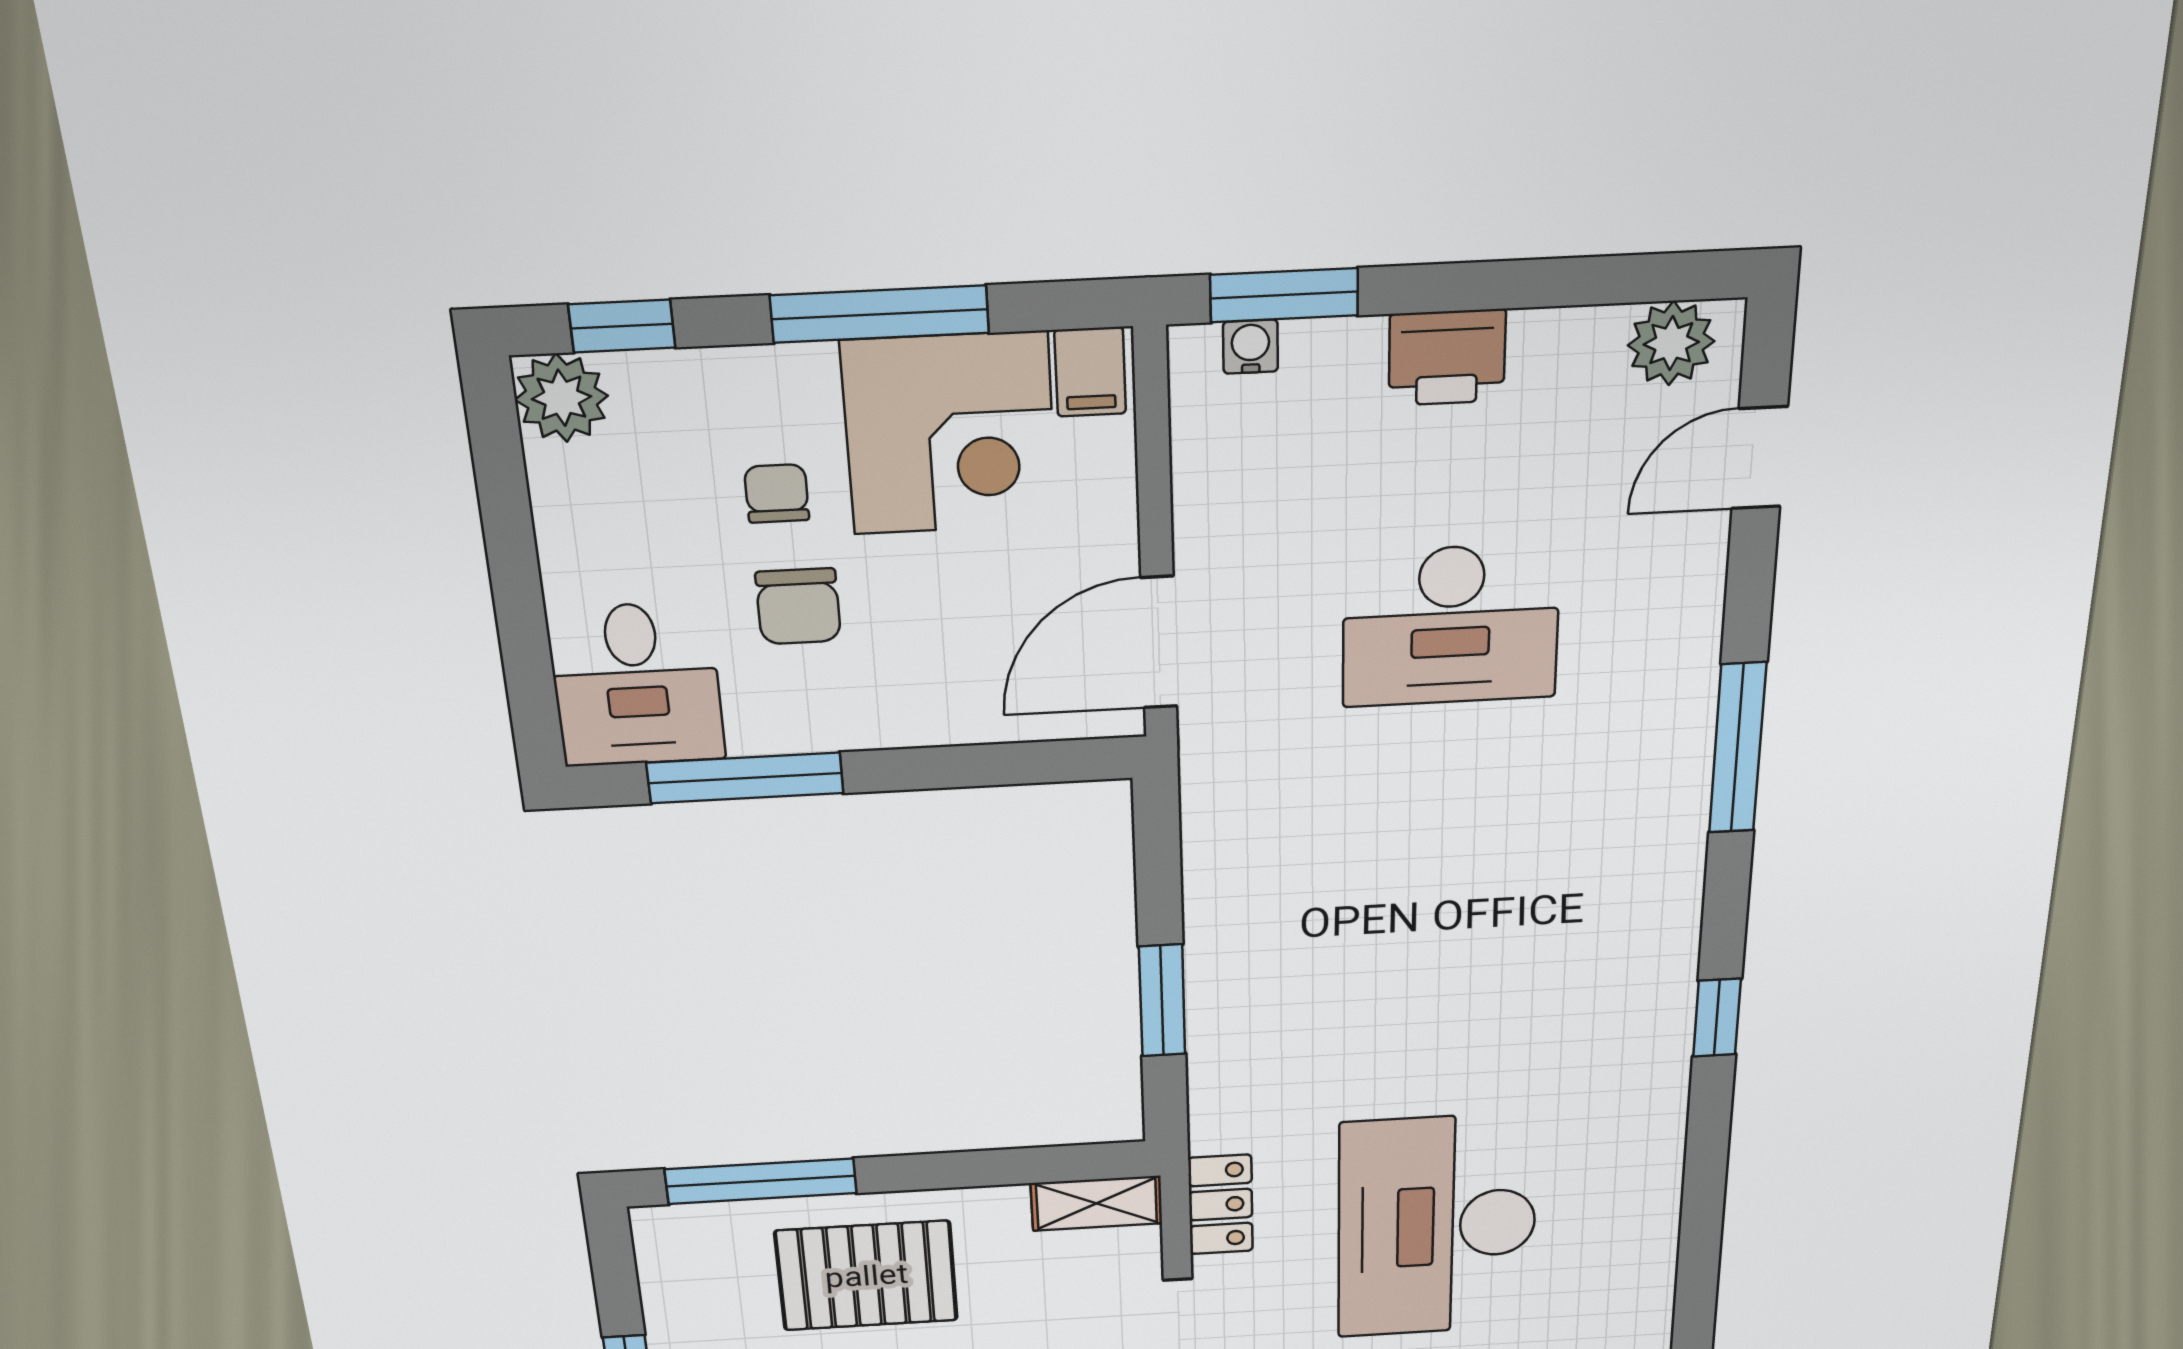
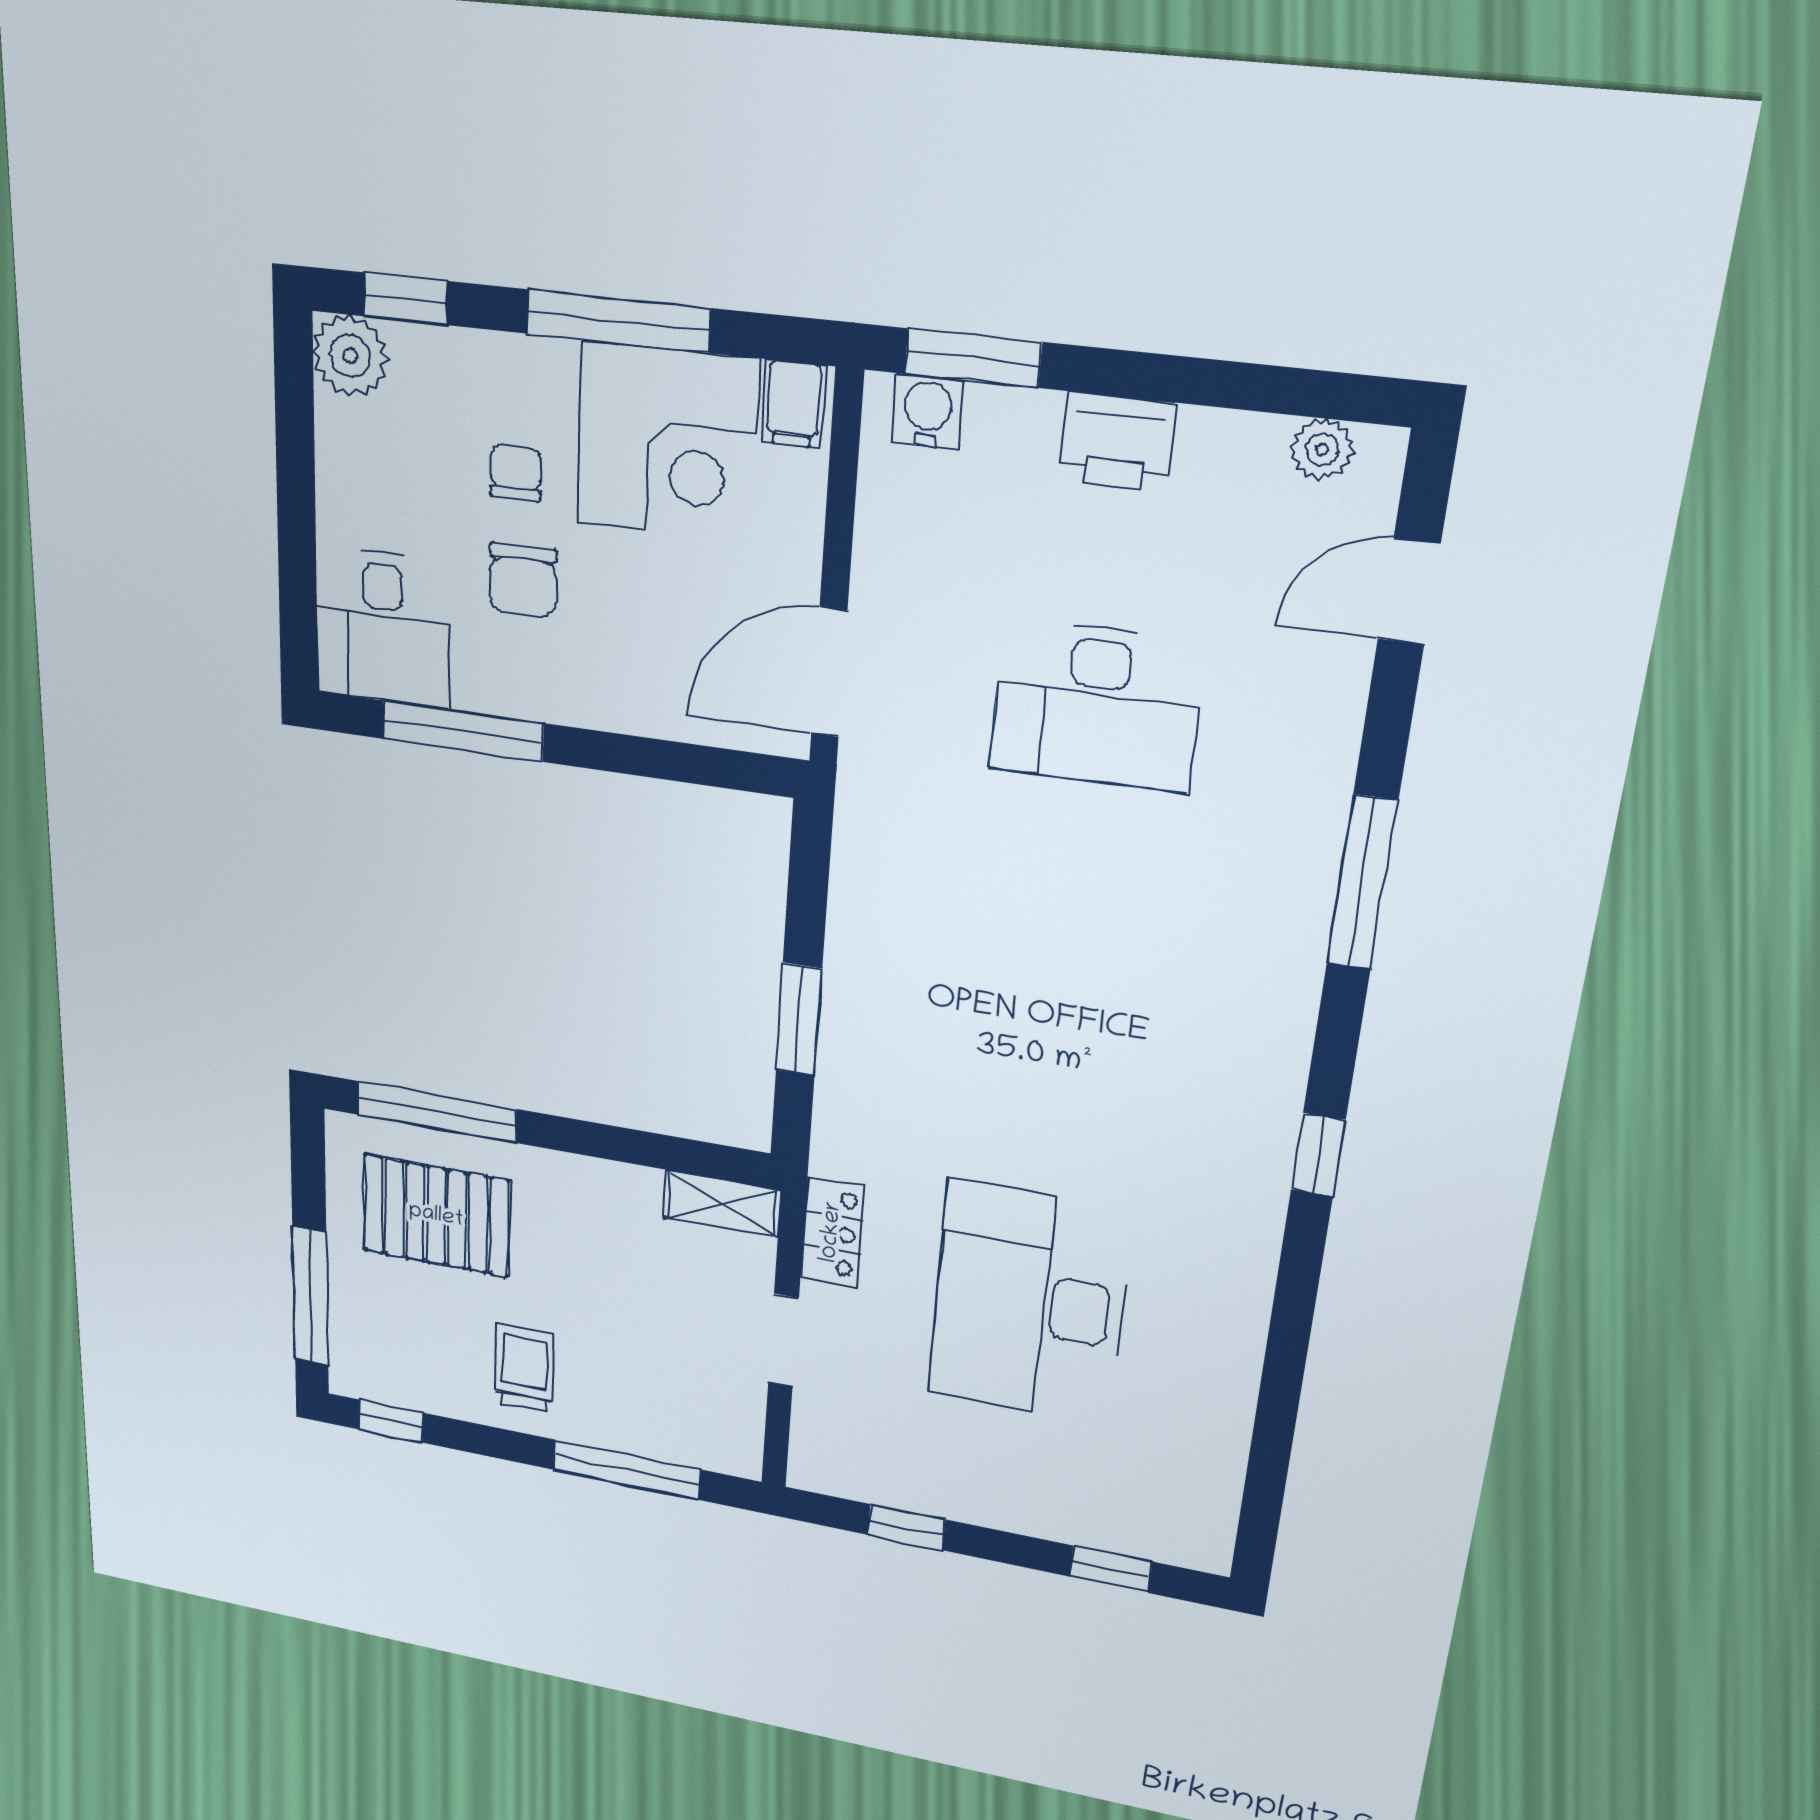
plant: (1671, 343) -> (1322, 449), width x0.73, depth x0.73
water cooler: (1250, 347) -> (928, 411), width x1.38, depth x1.38
pallet: (867, 1276) -> (436, 1216), moved

